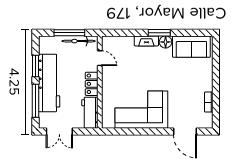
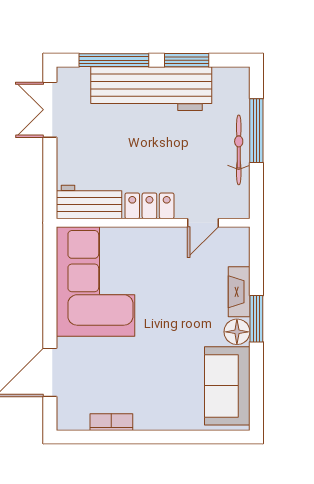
door: (100, 58) -> (203, 223), moved
wall: (100, 82) -> (153, 223), moved
locker: (92, 84) -> (149, 206), moved
workbench: (90, 113) -> (89, 202), moved

